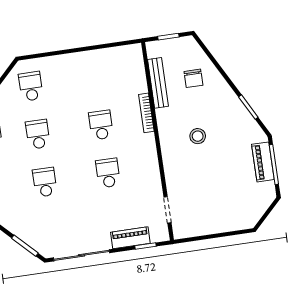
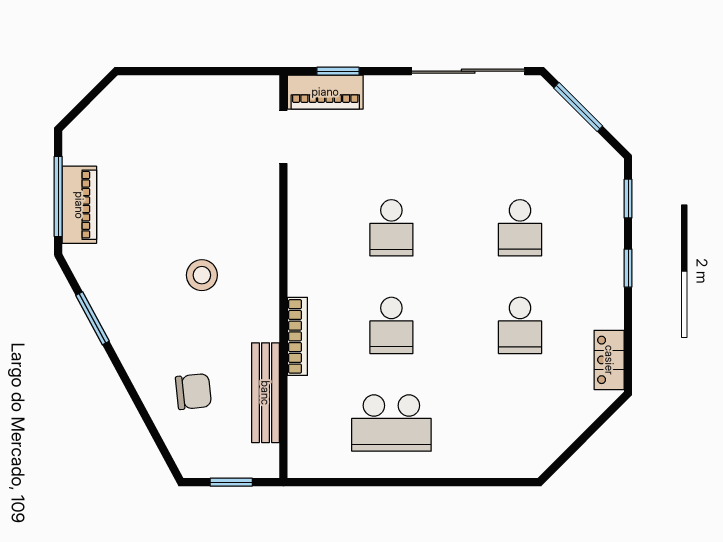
chair: (193, 78) -> (193, 392), turned 84
school desk: (31, 86) -> (391, 423), moved, width x1.85
piano: (130, 238) -> (325, 92), moved

